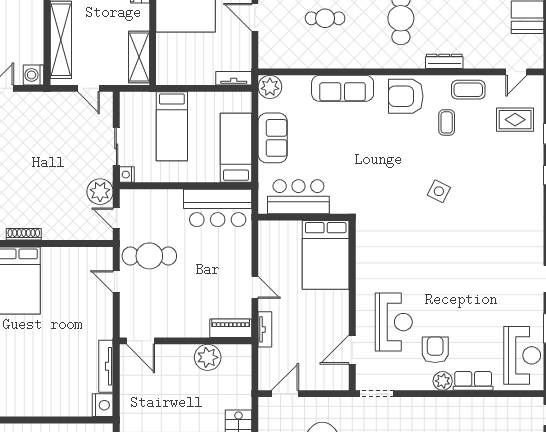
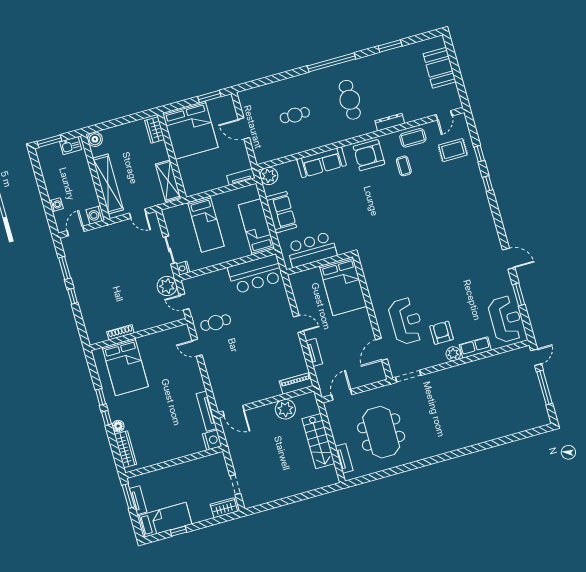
side table: (439, 191) -> (412, 217), removed
cafe table: (149, 256) -> (216, 323), width x0.73, depth x0.74
piano: (231, 328) -> (296, 383), moved
door: (141, 341) -> (233, 411), moved
wall: (186, 341) -> (266, 402), moved
plant: (208, 357) -> (285, 409), moved

